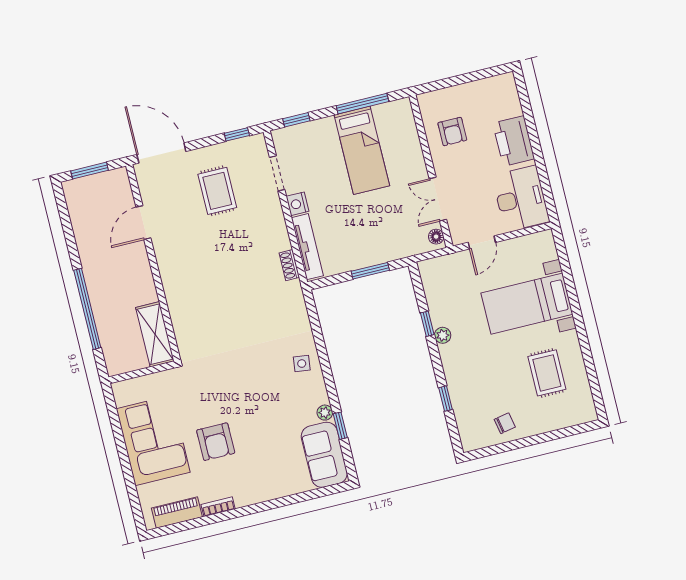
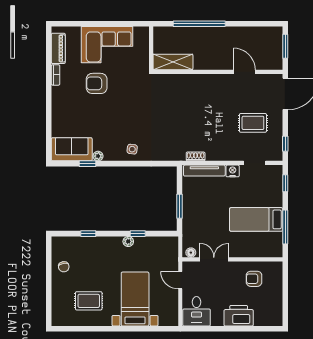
desk: (521, 199) -> (196, 311), width x0.73

